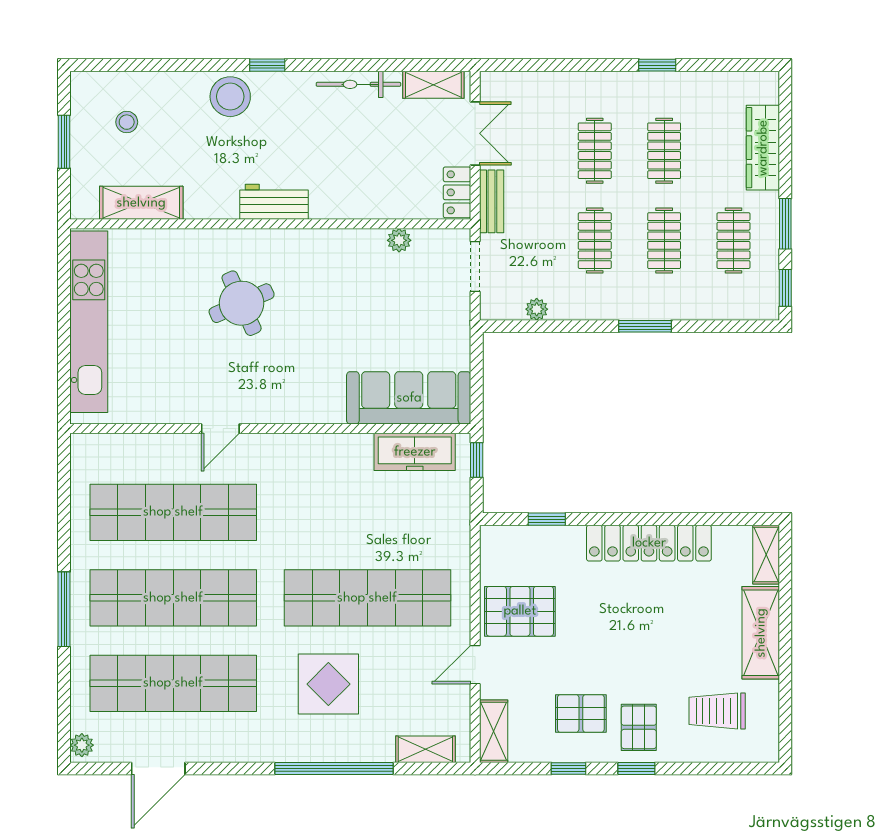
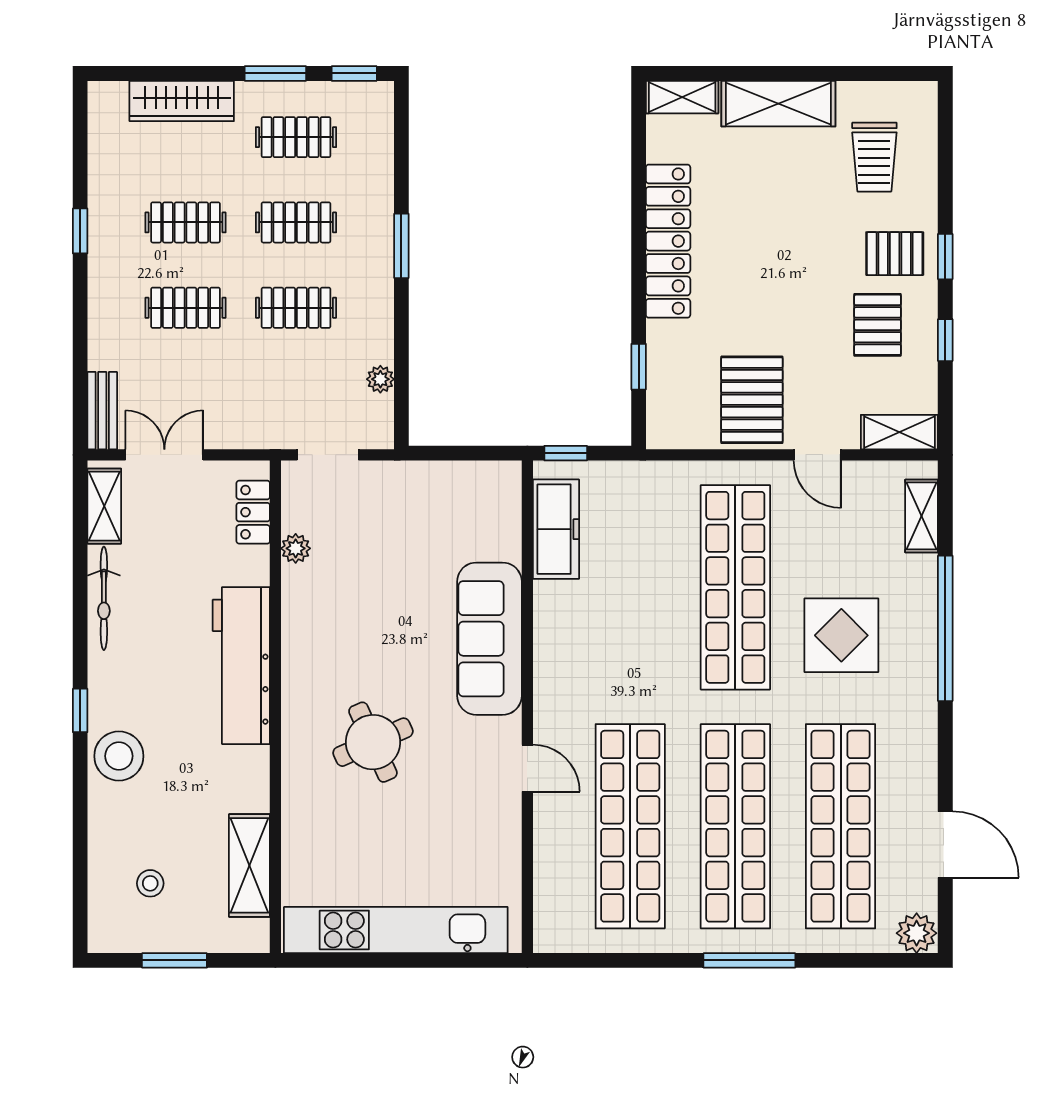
locker: (457, 192) -> (253, 512), moved, turned 90
bench: (492, 201) -> (102, 411), moved, turned 90
workbench: (274, 202) -> (241, 666), width x1.88, depth x1.32
sofa: (409, 398) -> (489, 639), moved
plant: (82, 745) -> (917, 933), width x1.38, depth x1.38

